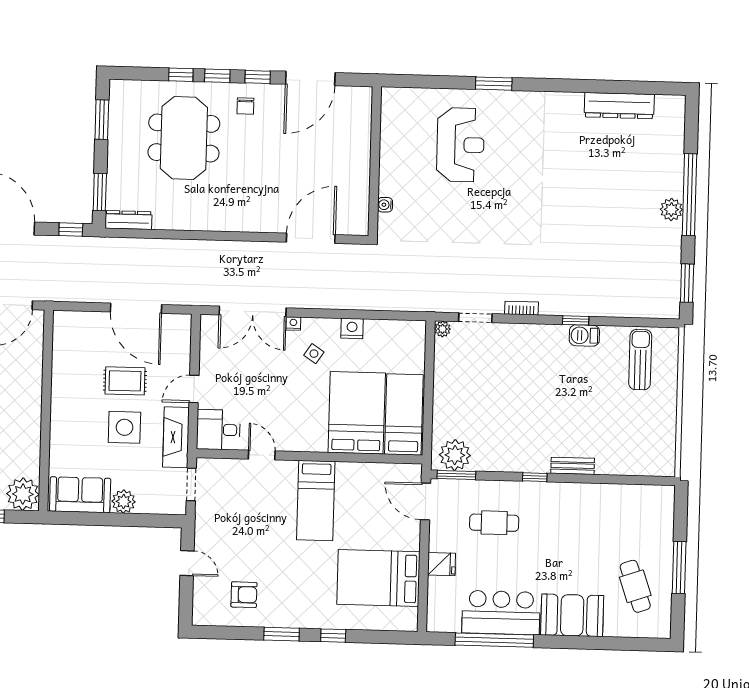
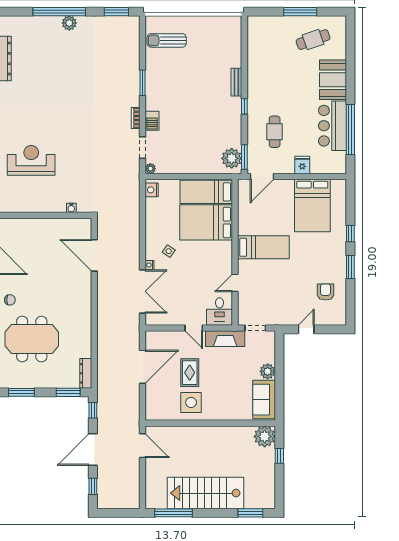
window: (576, 320) -> (143, 83), width x1.50
nightstand: (352, 328) -> (152, 190), moved
barbecue: (584, 335) -> (152, 121), moved
side table: (124, 427) -> (191, 402), moved

